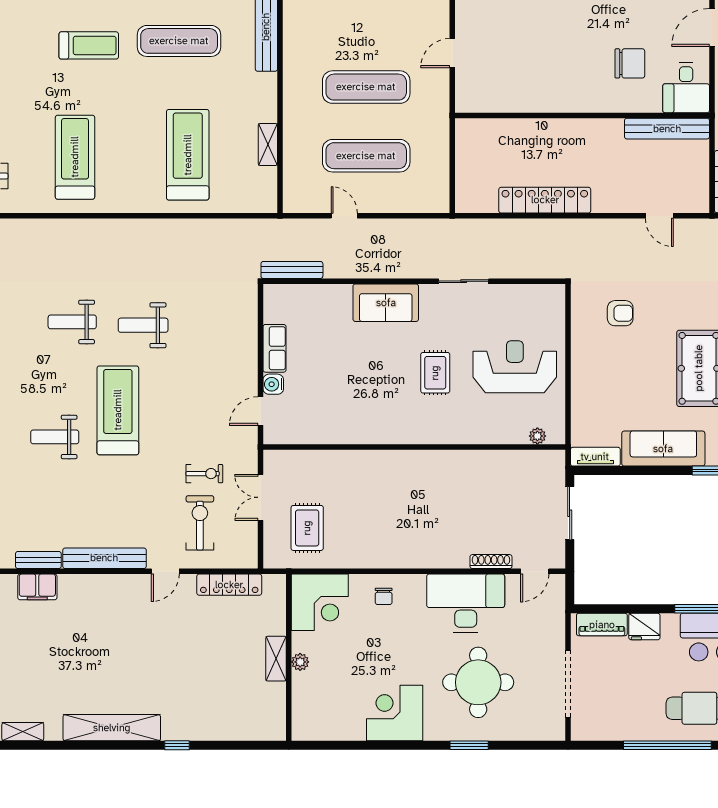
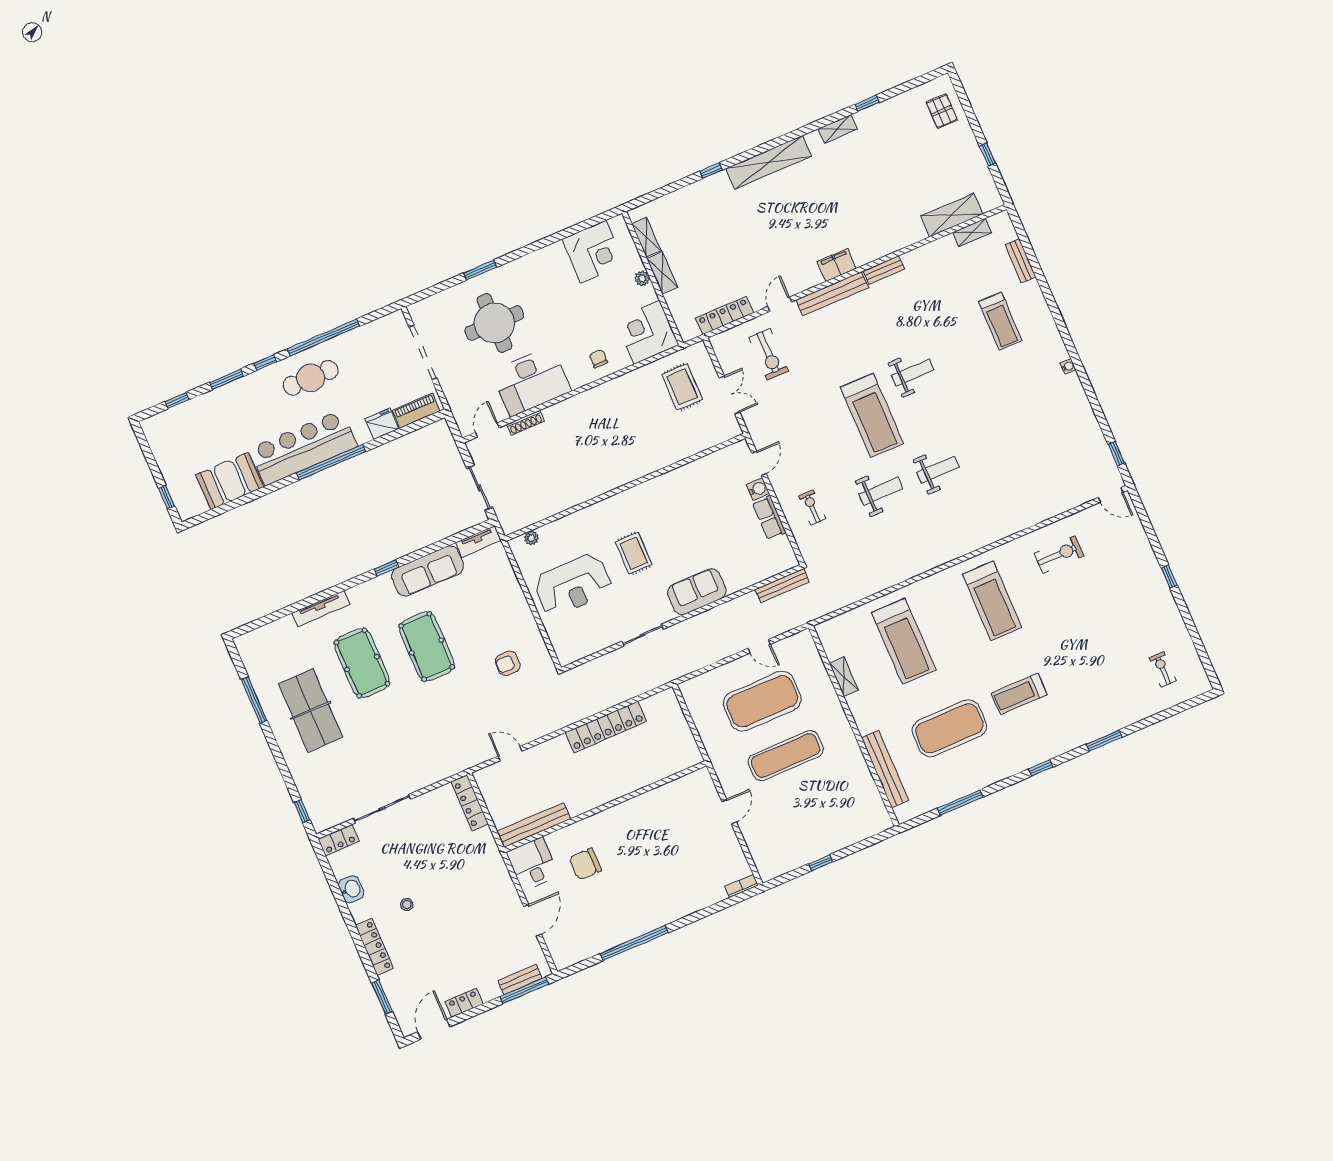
exercise mat: (179, 41) -> (949, 728), width x1.47
exercise mat: (366, 156) -> (762, 701), width x1.47
exercise bike: (204, 474) -> (812, 507), moved, turned 90
filing cabinet: (37, 587) -> (837, 265), moved
shelving: (277, 704) -> (646, 237), added
corner desk: (395, 713) -> (593, 252), moved

